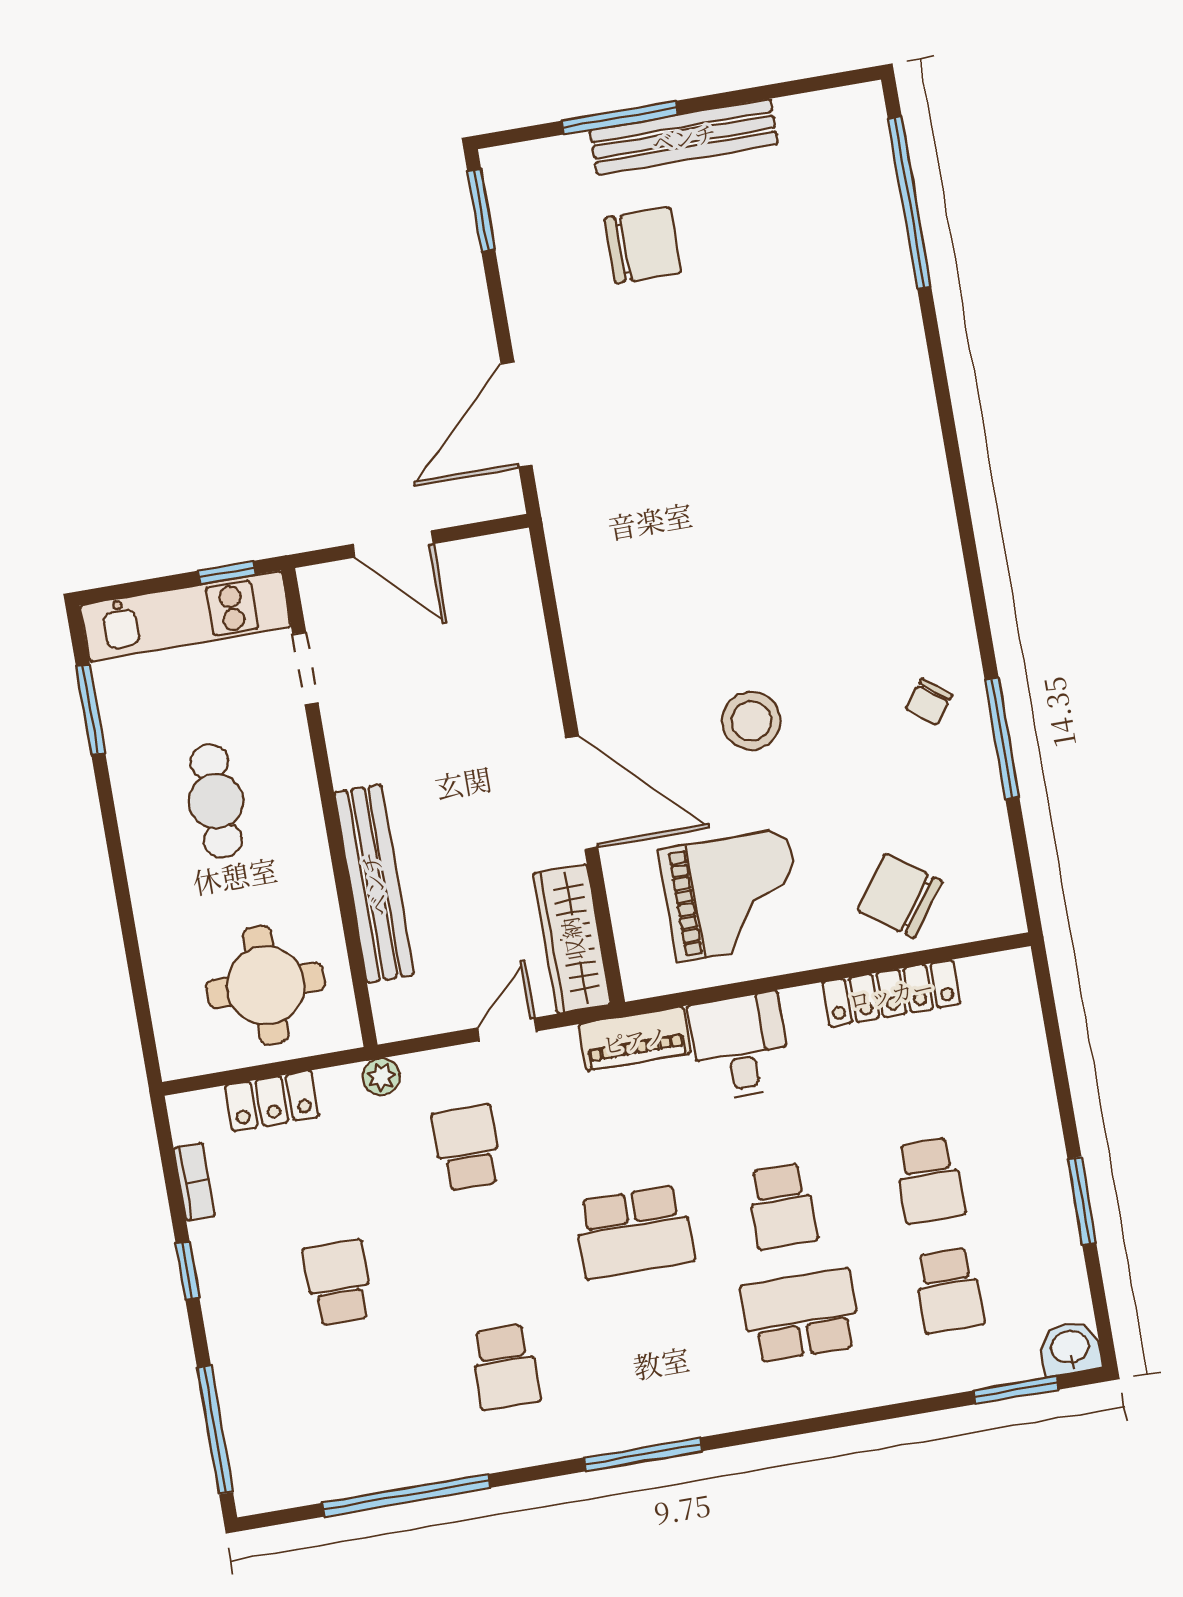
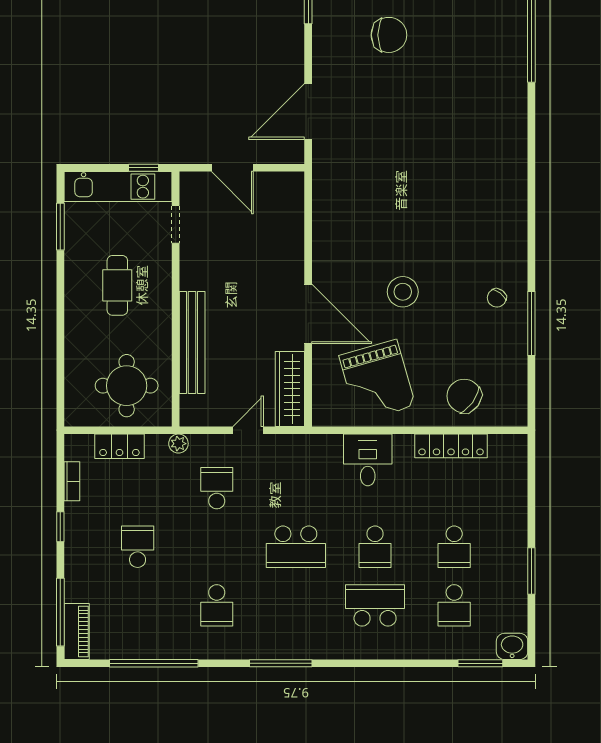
grand piano: (732, 895) -> (377, 381), turned 74
piano: (635, 1039) -> (77, 631), moved, turned -90

